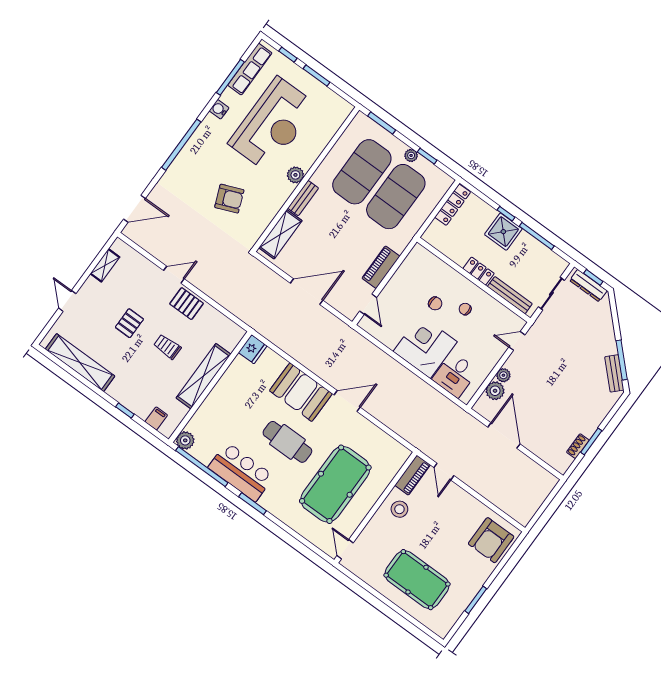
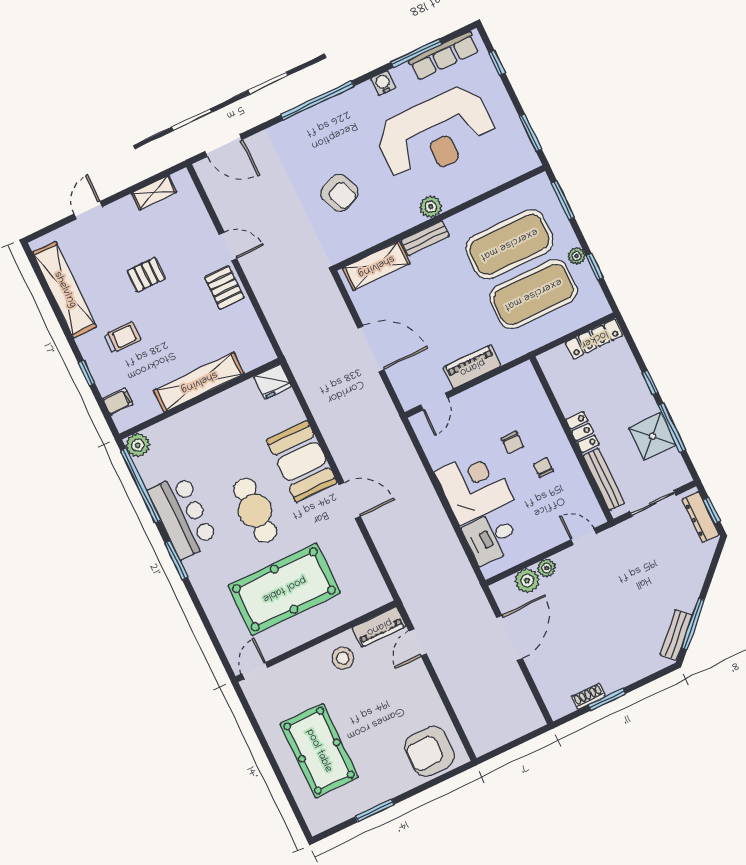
window: (317, 75) -> (530, 133), moved
shower: (503, 232) -> (652, 436), moved
trolley: (167, 347) -> (122, 337), moved, turned 90

